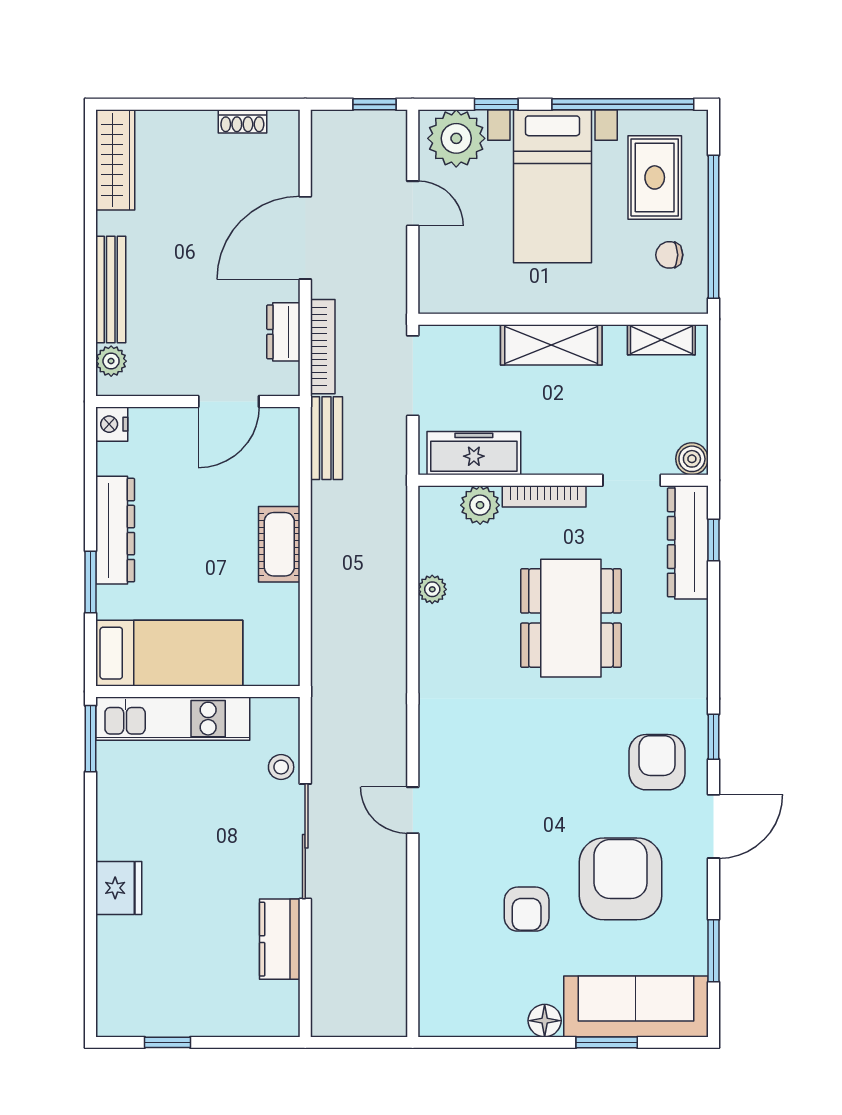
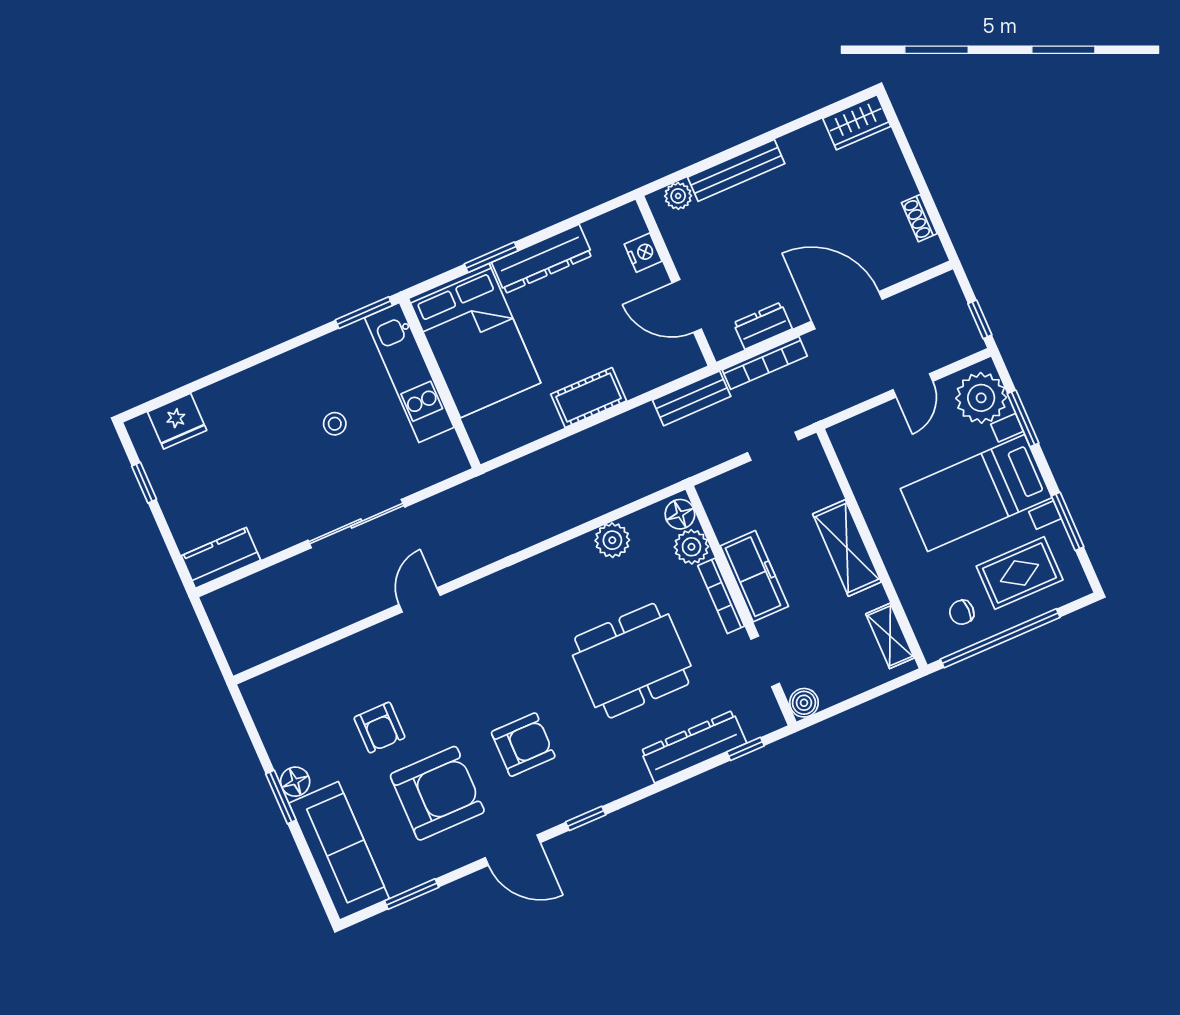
window: (496, 104) -> (1023, 418), width x1.50
window: (623, 104) -> (1068, 521), width x0.47
wardrobe: (115, 160) -> (857, 122), width x0.67
chair: (669, 255) -> (962, 612), turned -90
doorway: (413, 376) -> (773, 446), width x0.73
nightstand: (112, 424) -> (643, 253), moved, turned 90
freezer: (474, 453) -> (754, 576), moved
floor lamp: (441, 502) -> (680, 514), added
dresser: (688, 542) -> (694, 747), moved
plant: (432, 589) -> (612, 540), width x1.38, depth x1.38
bed: (169, 653) -> (475, 341), width x1.50
armchair: (657, 762) -> (523, 745), moved
stool: (281, 767) -> (335, 424), moved
fridge: (119, 888) -> (177, 421), moved
armchair: (527, 909) -> (380, 728), turned -90
kitchen counter: (280, 939) -> (221, 558), moved
window: (607, 1042) -> (281, 797), moved

